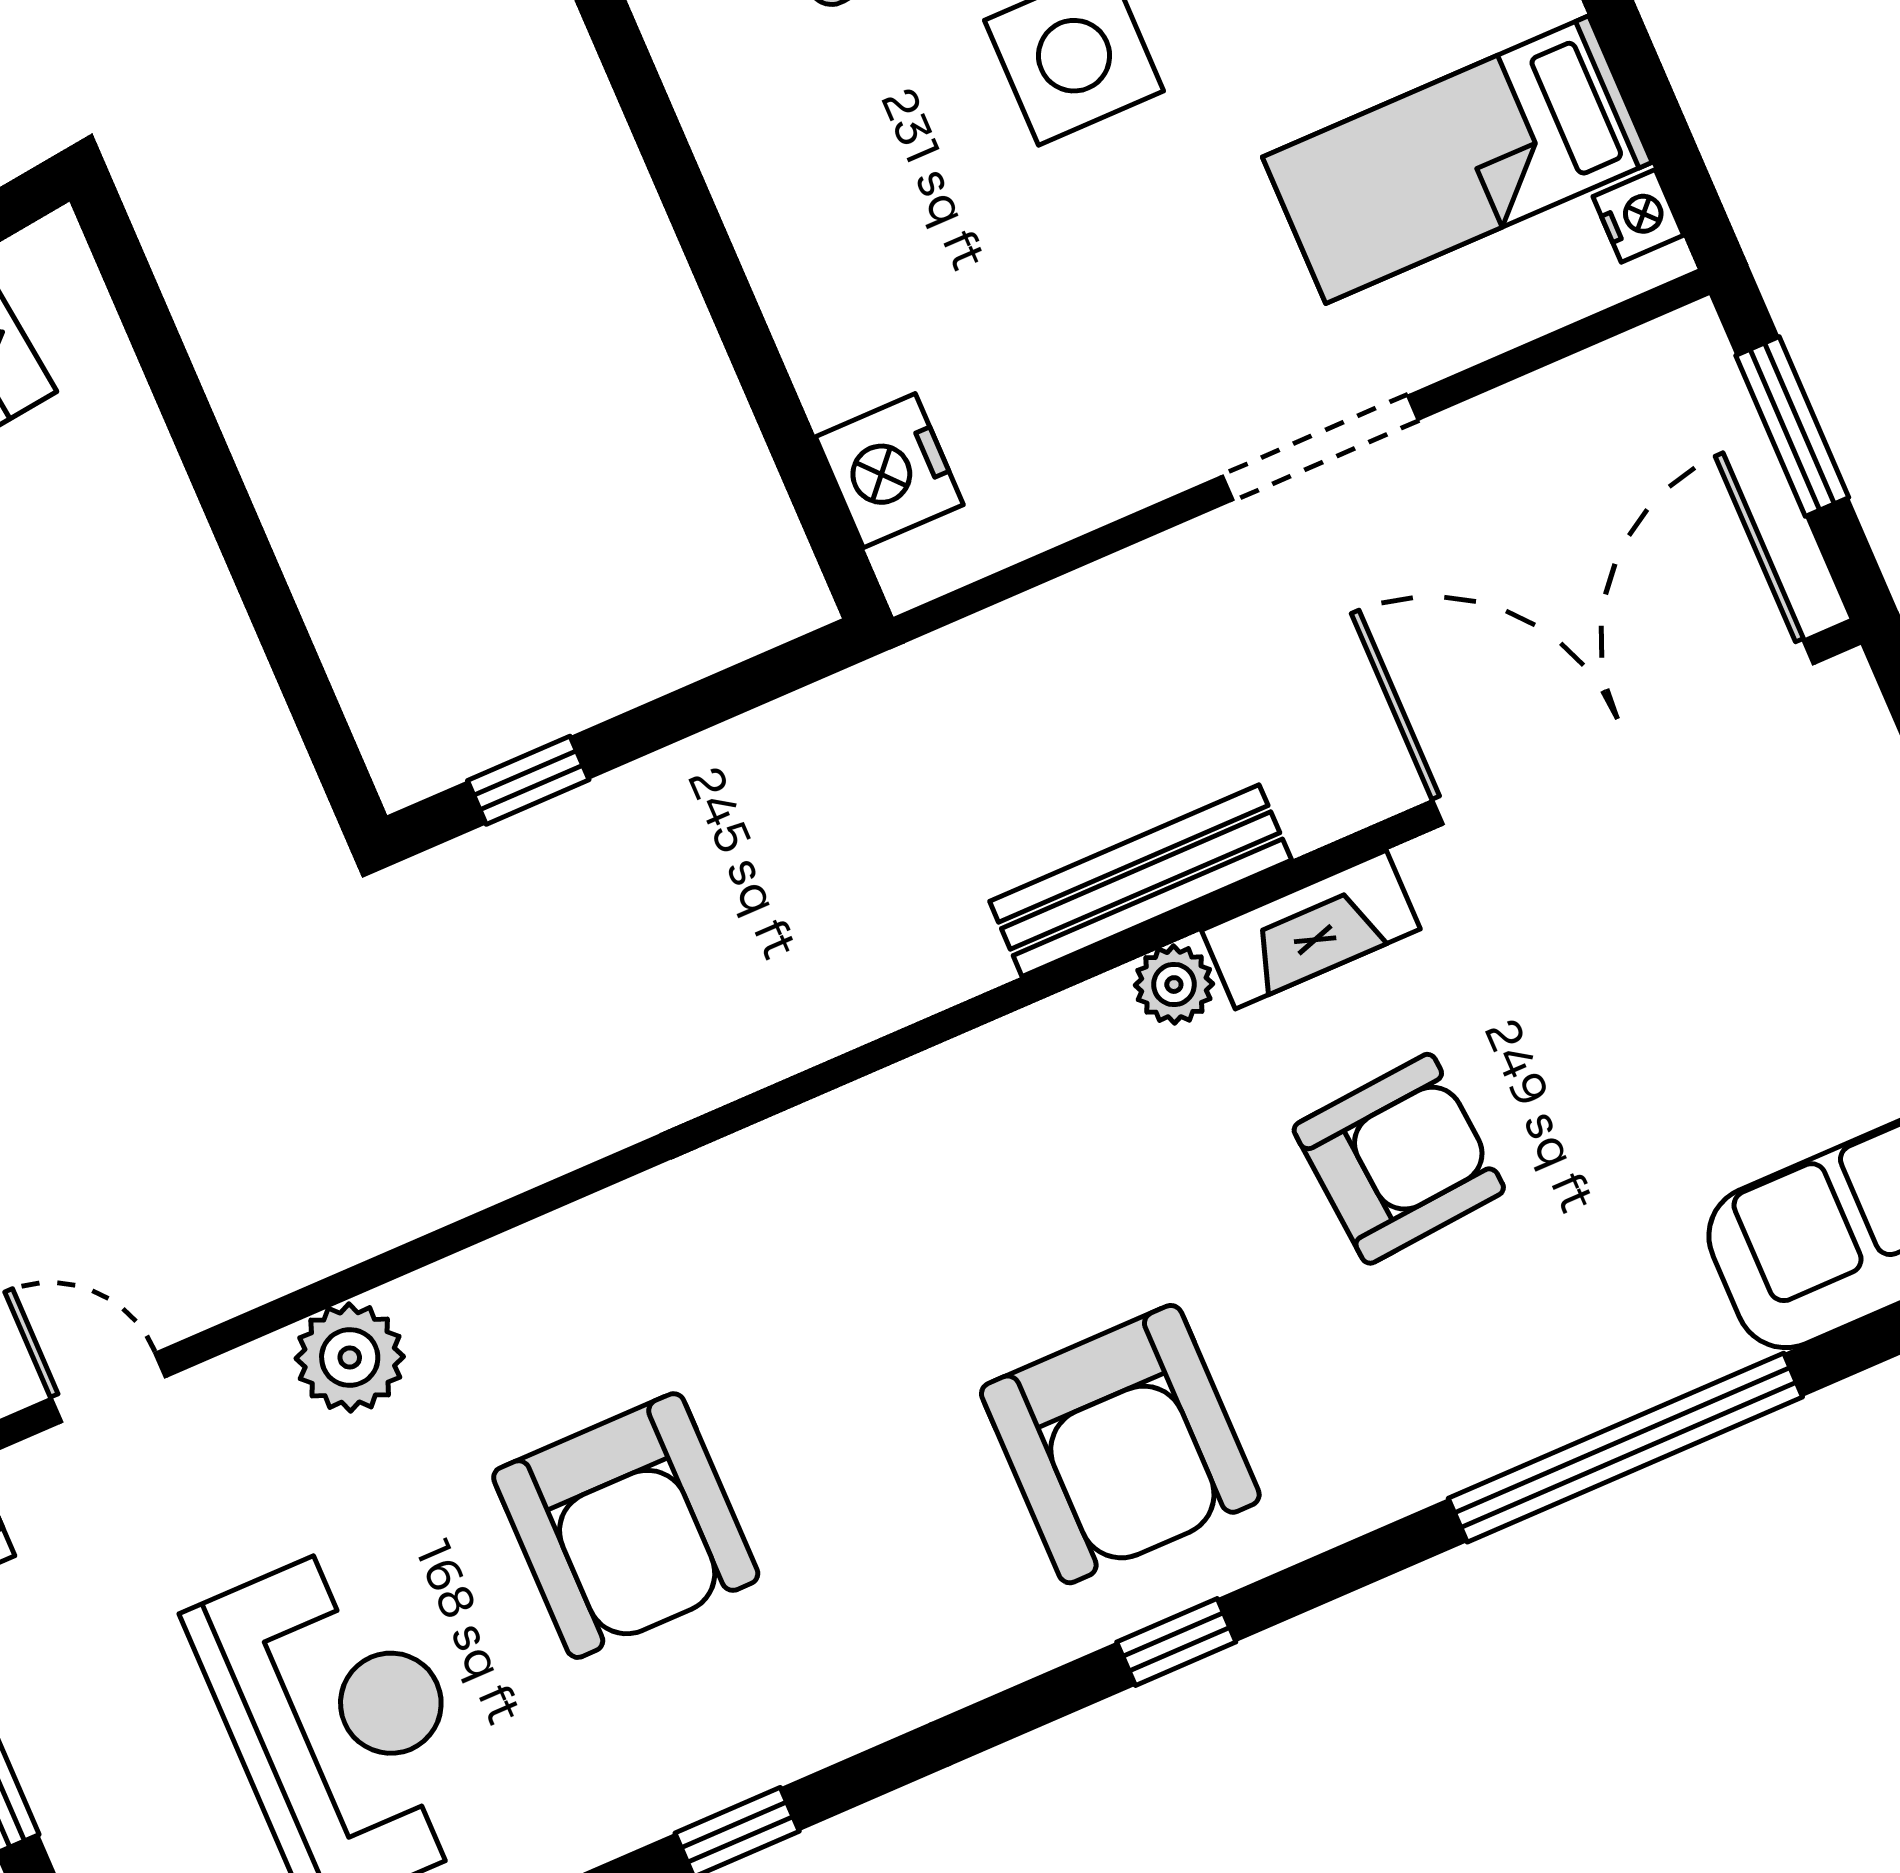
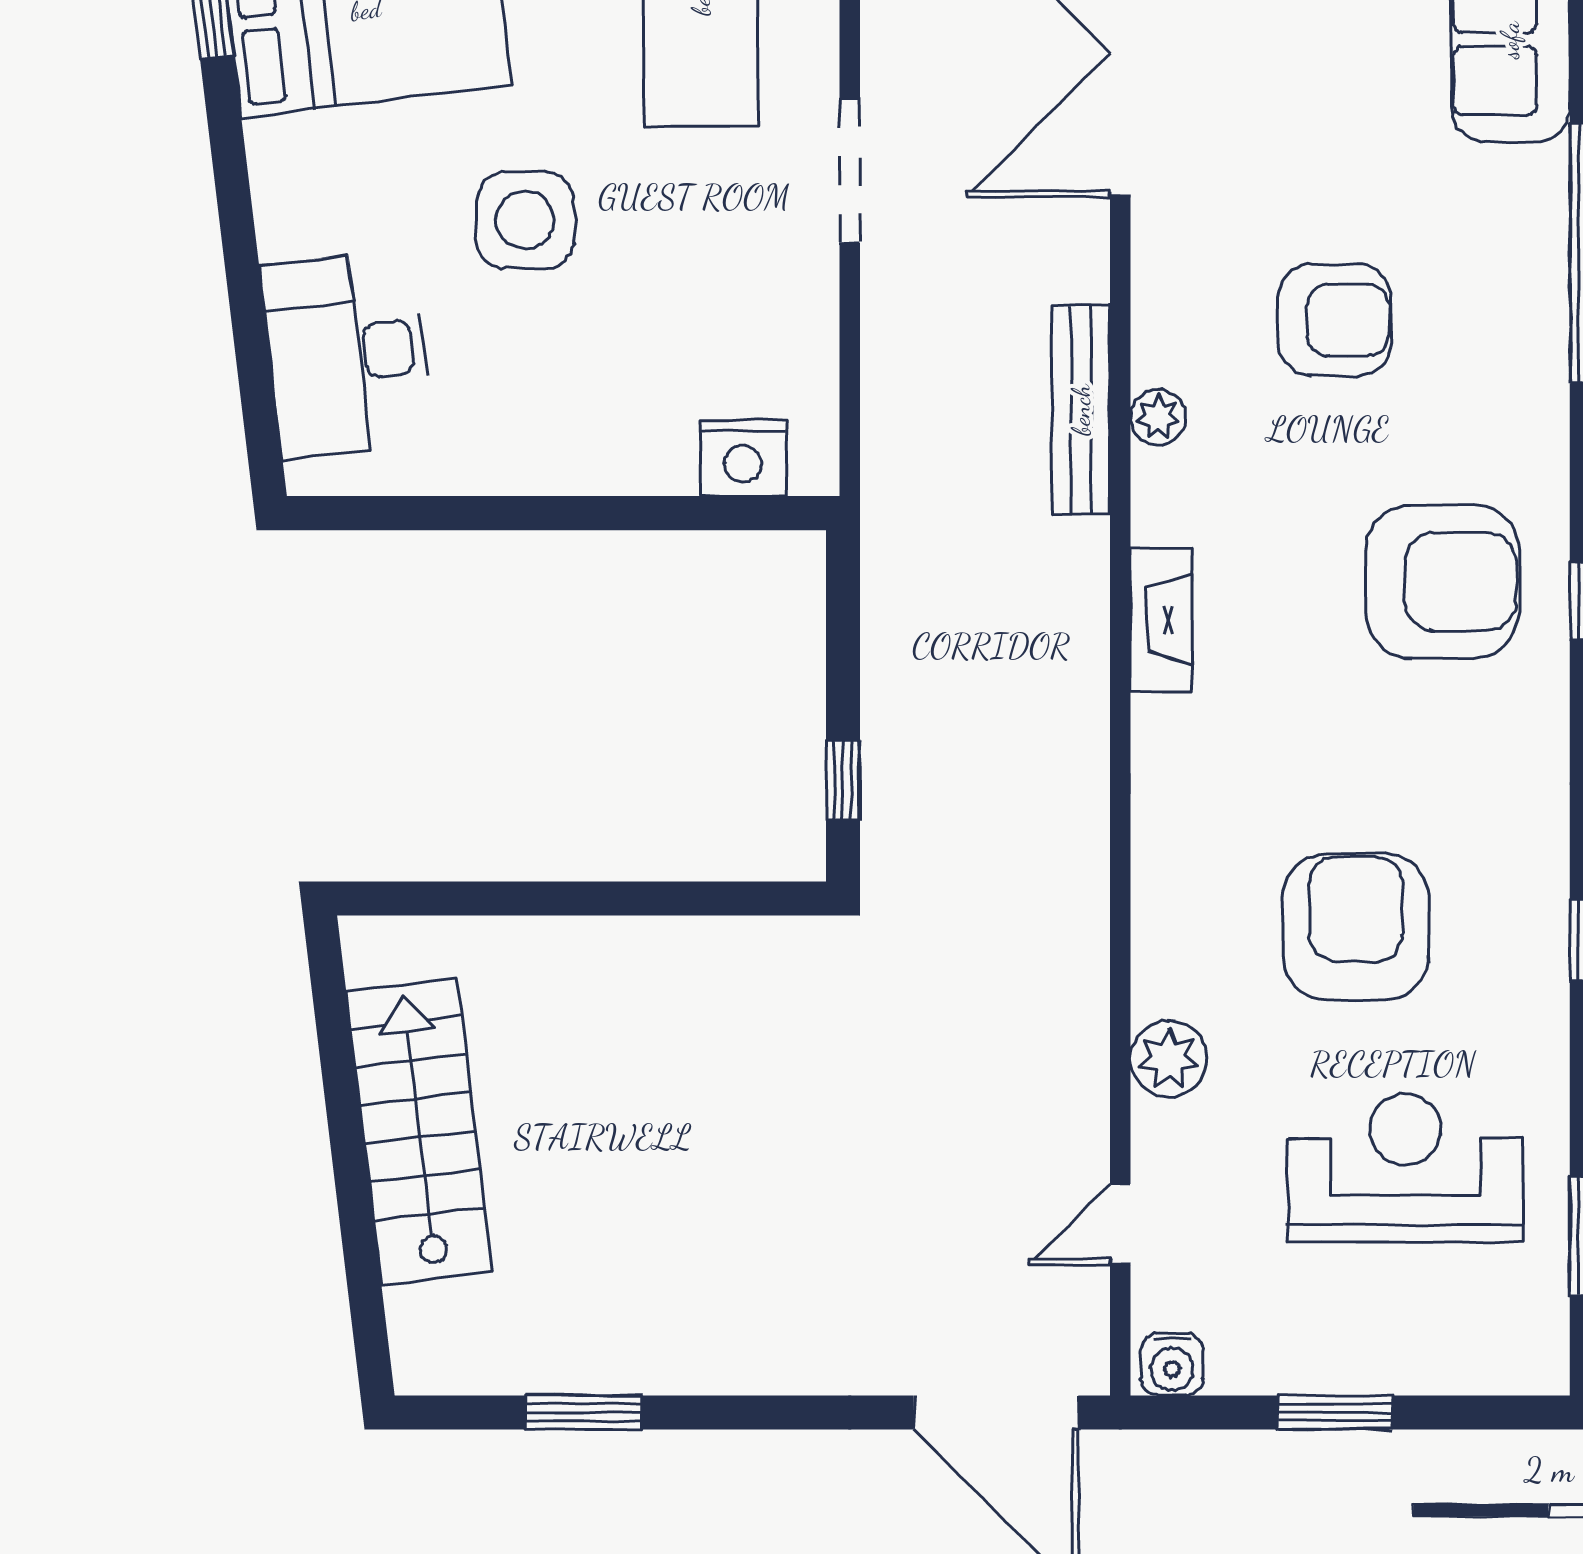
fireplace: (1311, 930) -> (1161, 620), moved
armchair: (1399, 1159) -> (1335, 320), turned 95
armchair: (626, 1526) -> (1356, 927), turned -90

